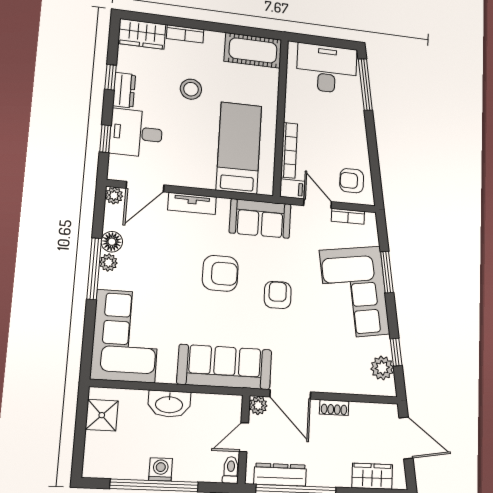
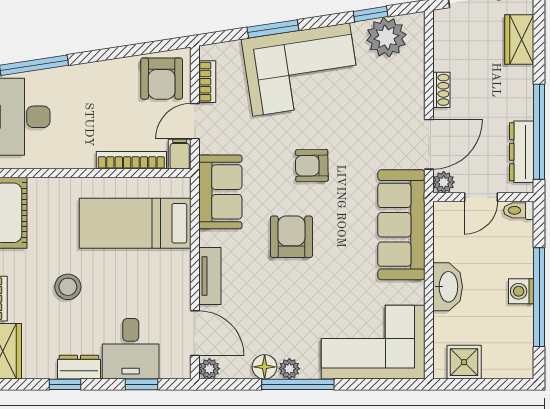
armchair: (352, 181) -> (162, 79), width x1.38, depth x1.38
plant: (382, 368) -> (386, 37), width x1.36, depth x1.36
door: (244, 437) -> (481, 197), hinge flipped

